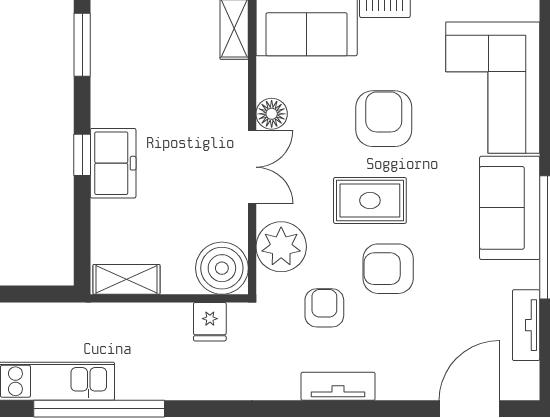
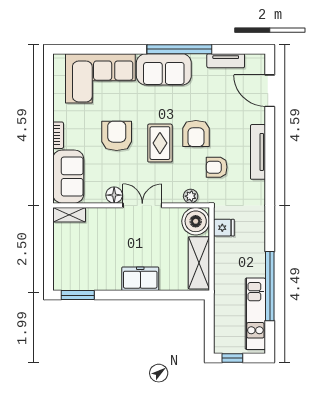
armchair: (384, 119) -> (117, 136), turned 90
window: (82, 155) -> (136, 295), removed
plant: (281, 247) -> (191, 196), width x0.53, depth x0.53
shelving: (127, 279) -> (199, 263), width x1.50, depth x1.33
tv unit: (338, 386) -> (258, 152), width x1.41

